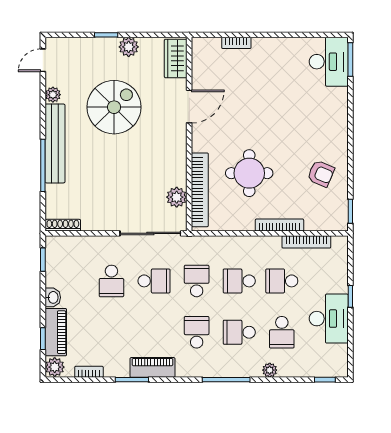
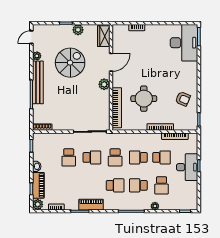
desk: (329, 62) -> (184, 43), width x1.36, depth x1.30
plant: (177, 197) -> (104, 84), moved
school desk: (197, 281) -> (115, 157), turned 180
school desk: (282, 281) -> (162, 157), turned 180
desk: (329, 319) -> (187, 167), moved
school desk: (197, 332) -> (115, 185), turned 90

